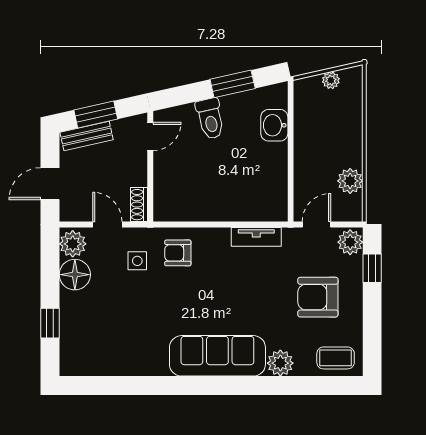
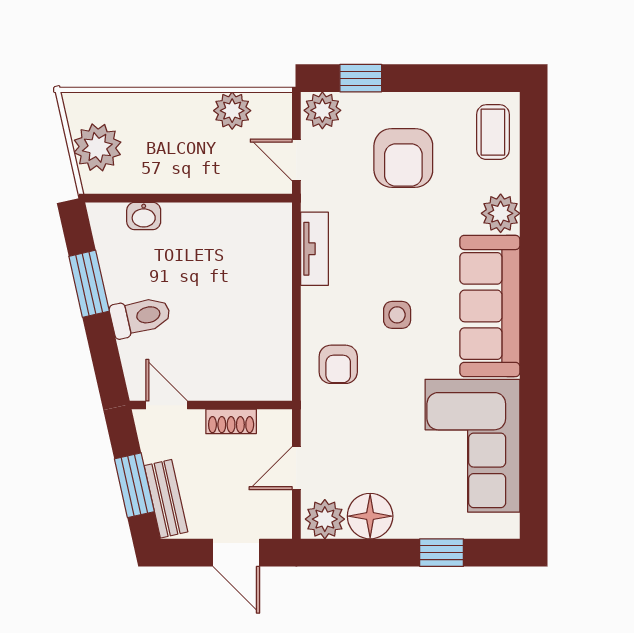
plant: (331, 80) -> (97, 147), width x1.88, depth x1.88
washbasin: (274, 125) -> (144, 216), width x0.72, depth x0.69
shoe rack: (139, 205) -> (231, 421), moved
side table: (137, 261) -> (397, 315), moved
corner sofa: (123, 344) -> (472, 446), added

